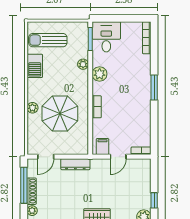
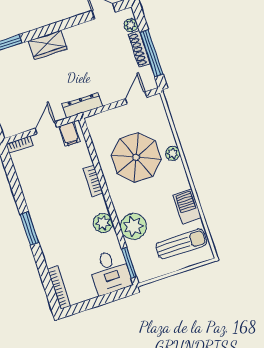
plant: (83, 64) -> (133, 226), width x1.87, depth x1.87
dresser: (75, 164) -> (82, 105), moved

